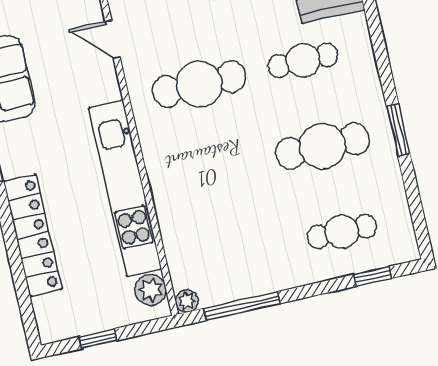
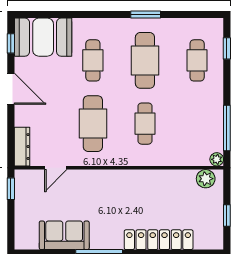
cafe table: (219, 170) -> (145, 124), added
kitchen unit: (125, 188) -> (144, 180), removed

